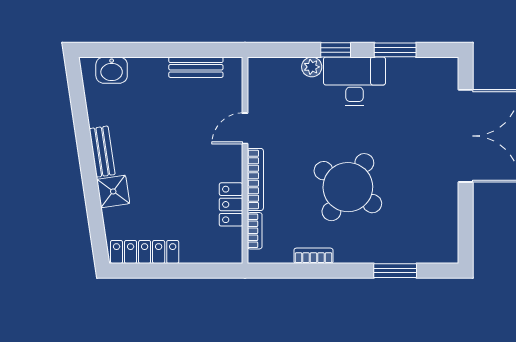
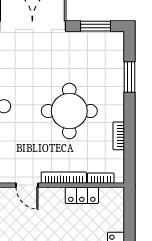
round table: (348, 187) -> (69, 111), turned -34
window: (466, 224) -> (96, 26), added

